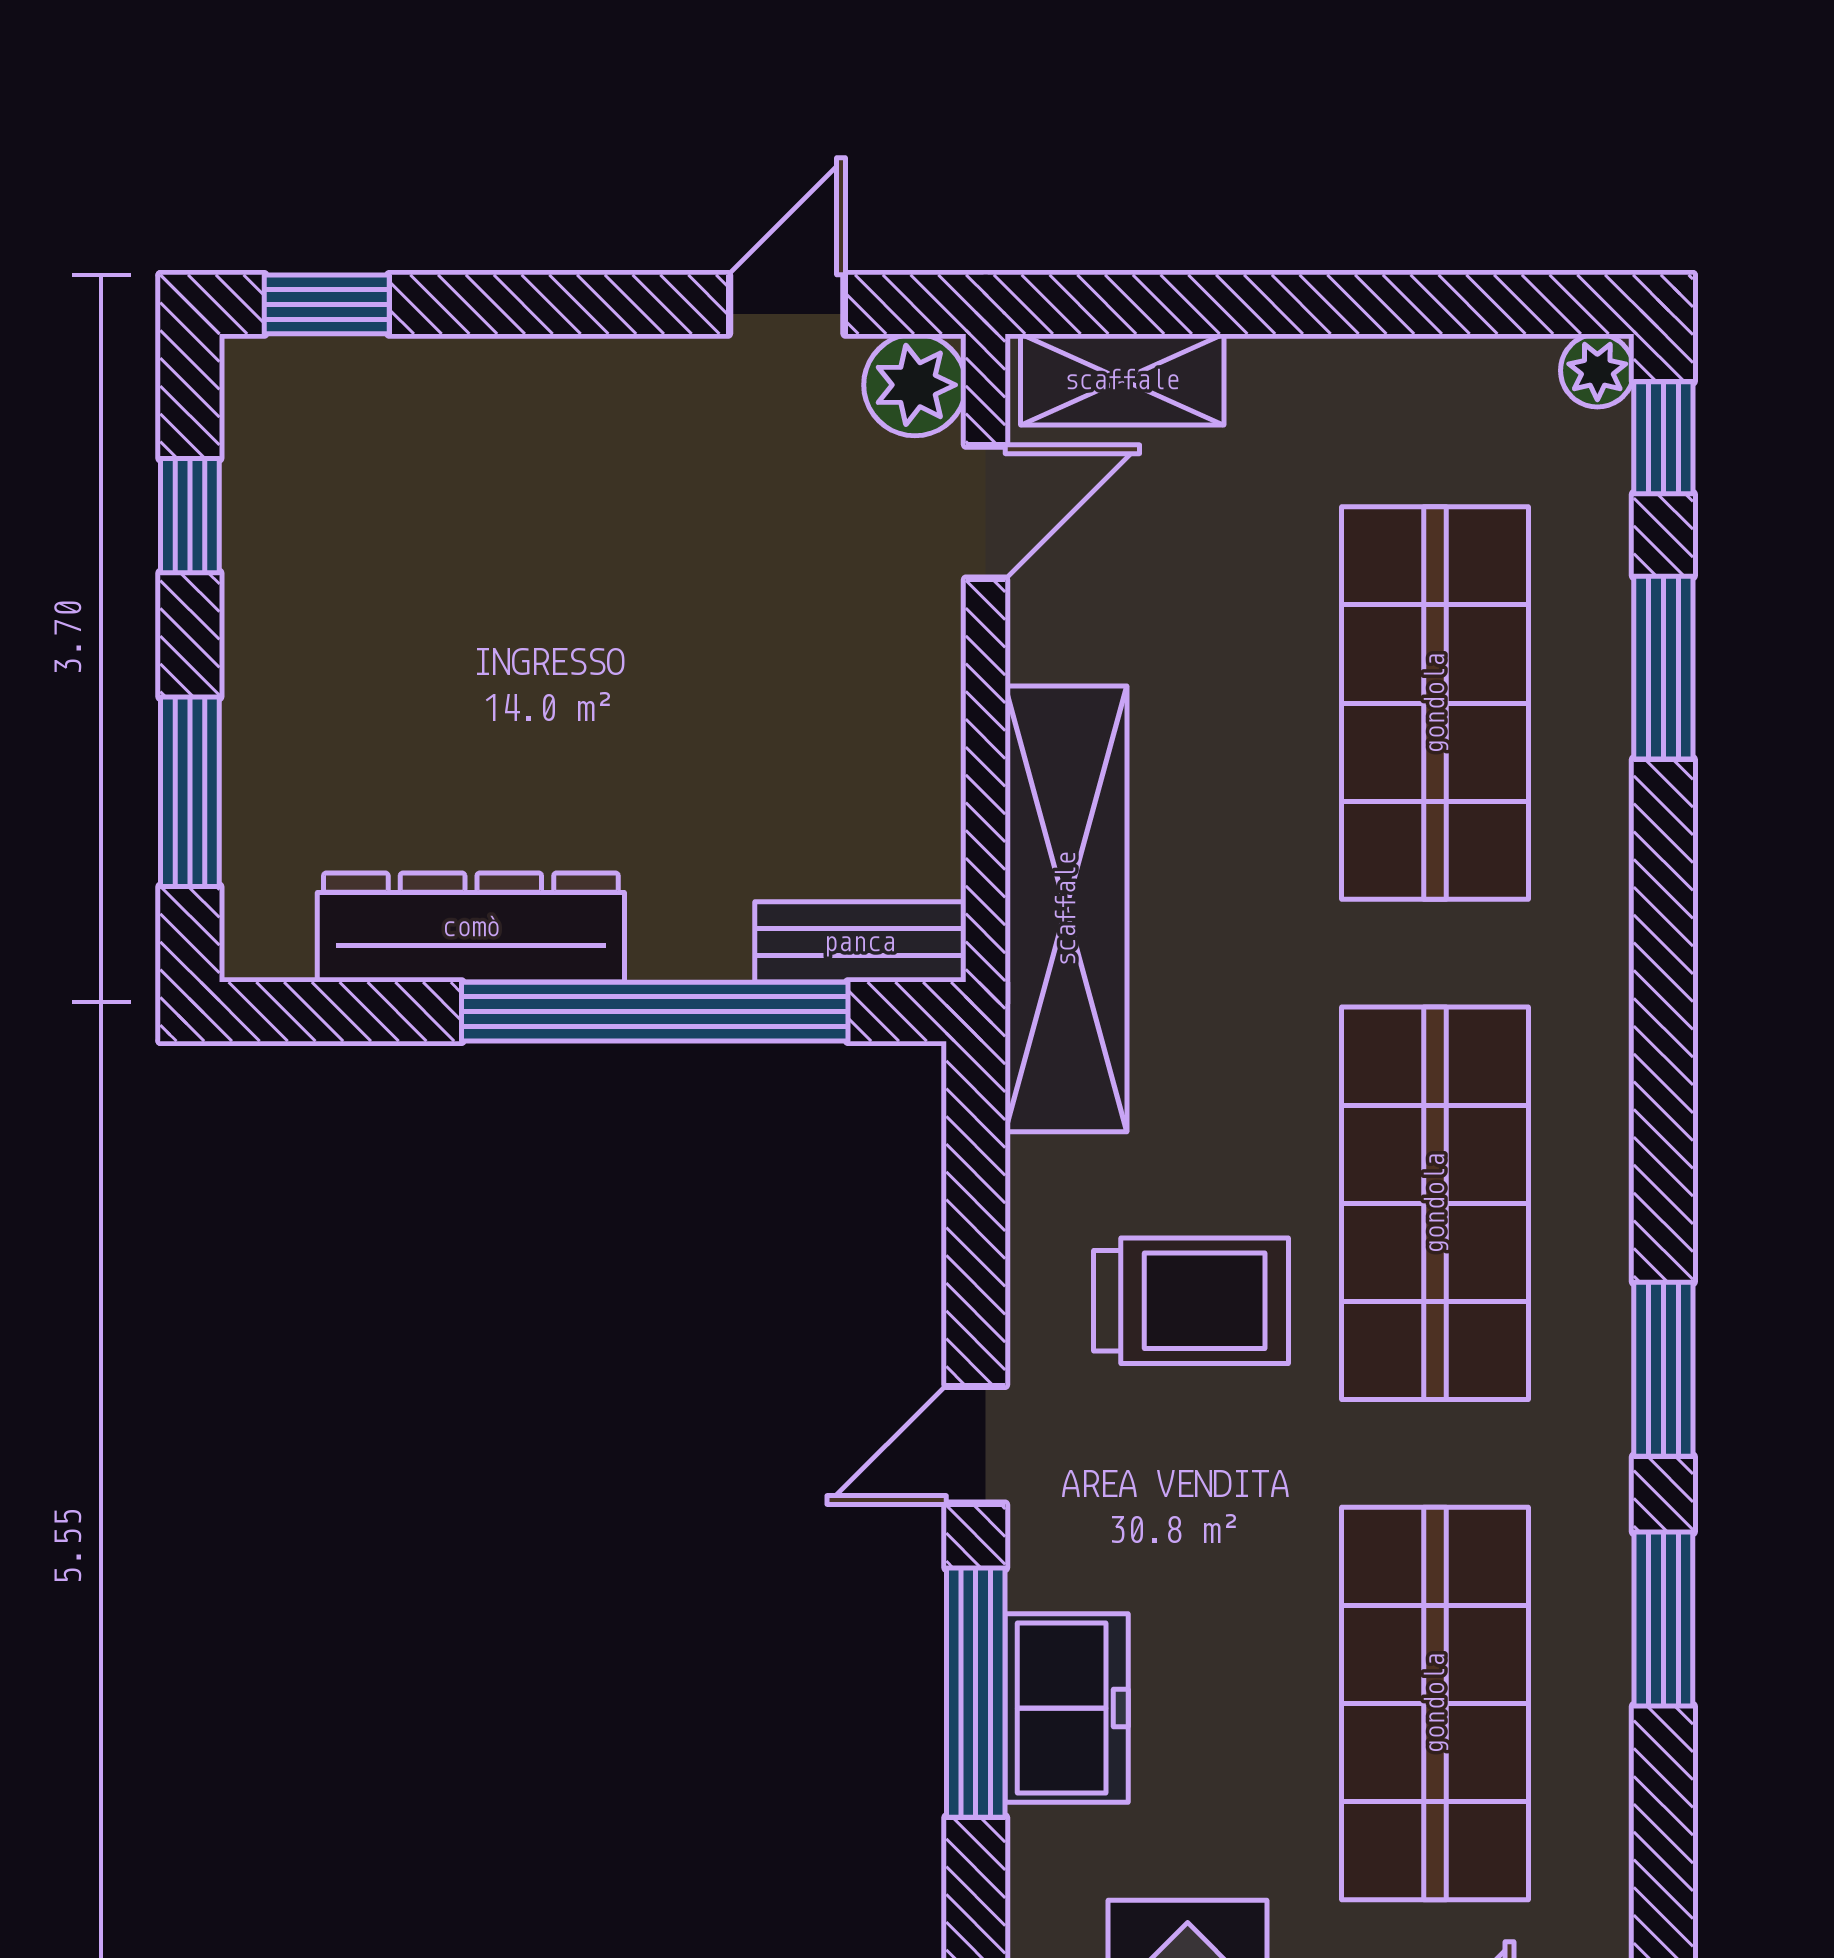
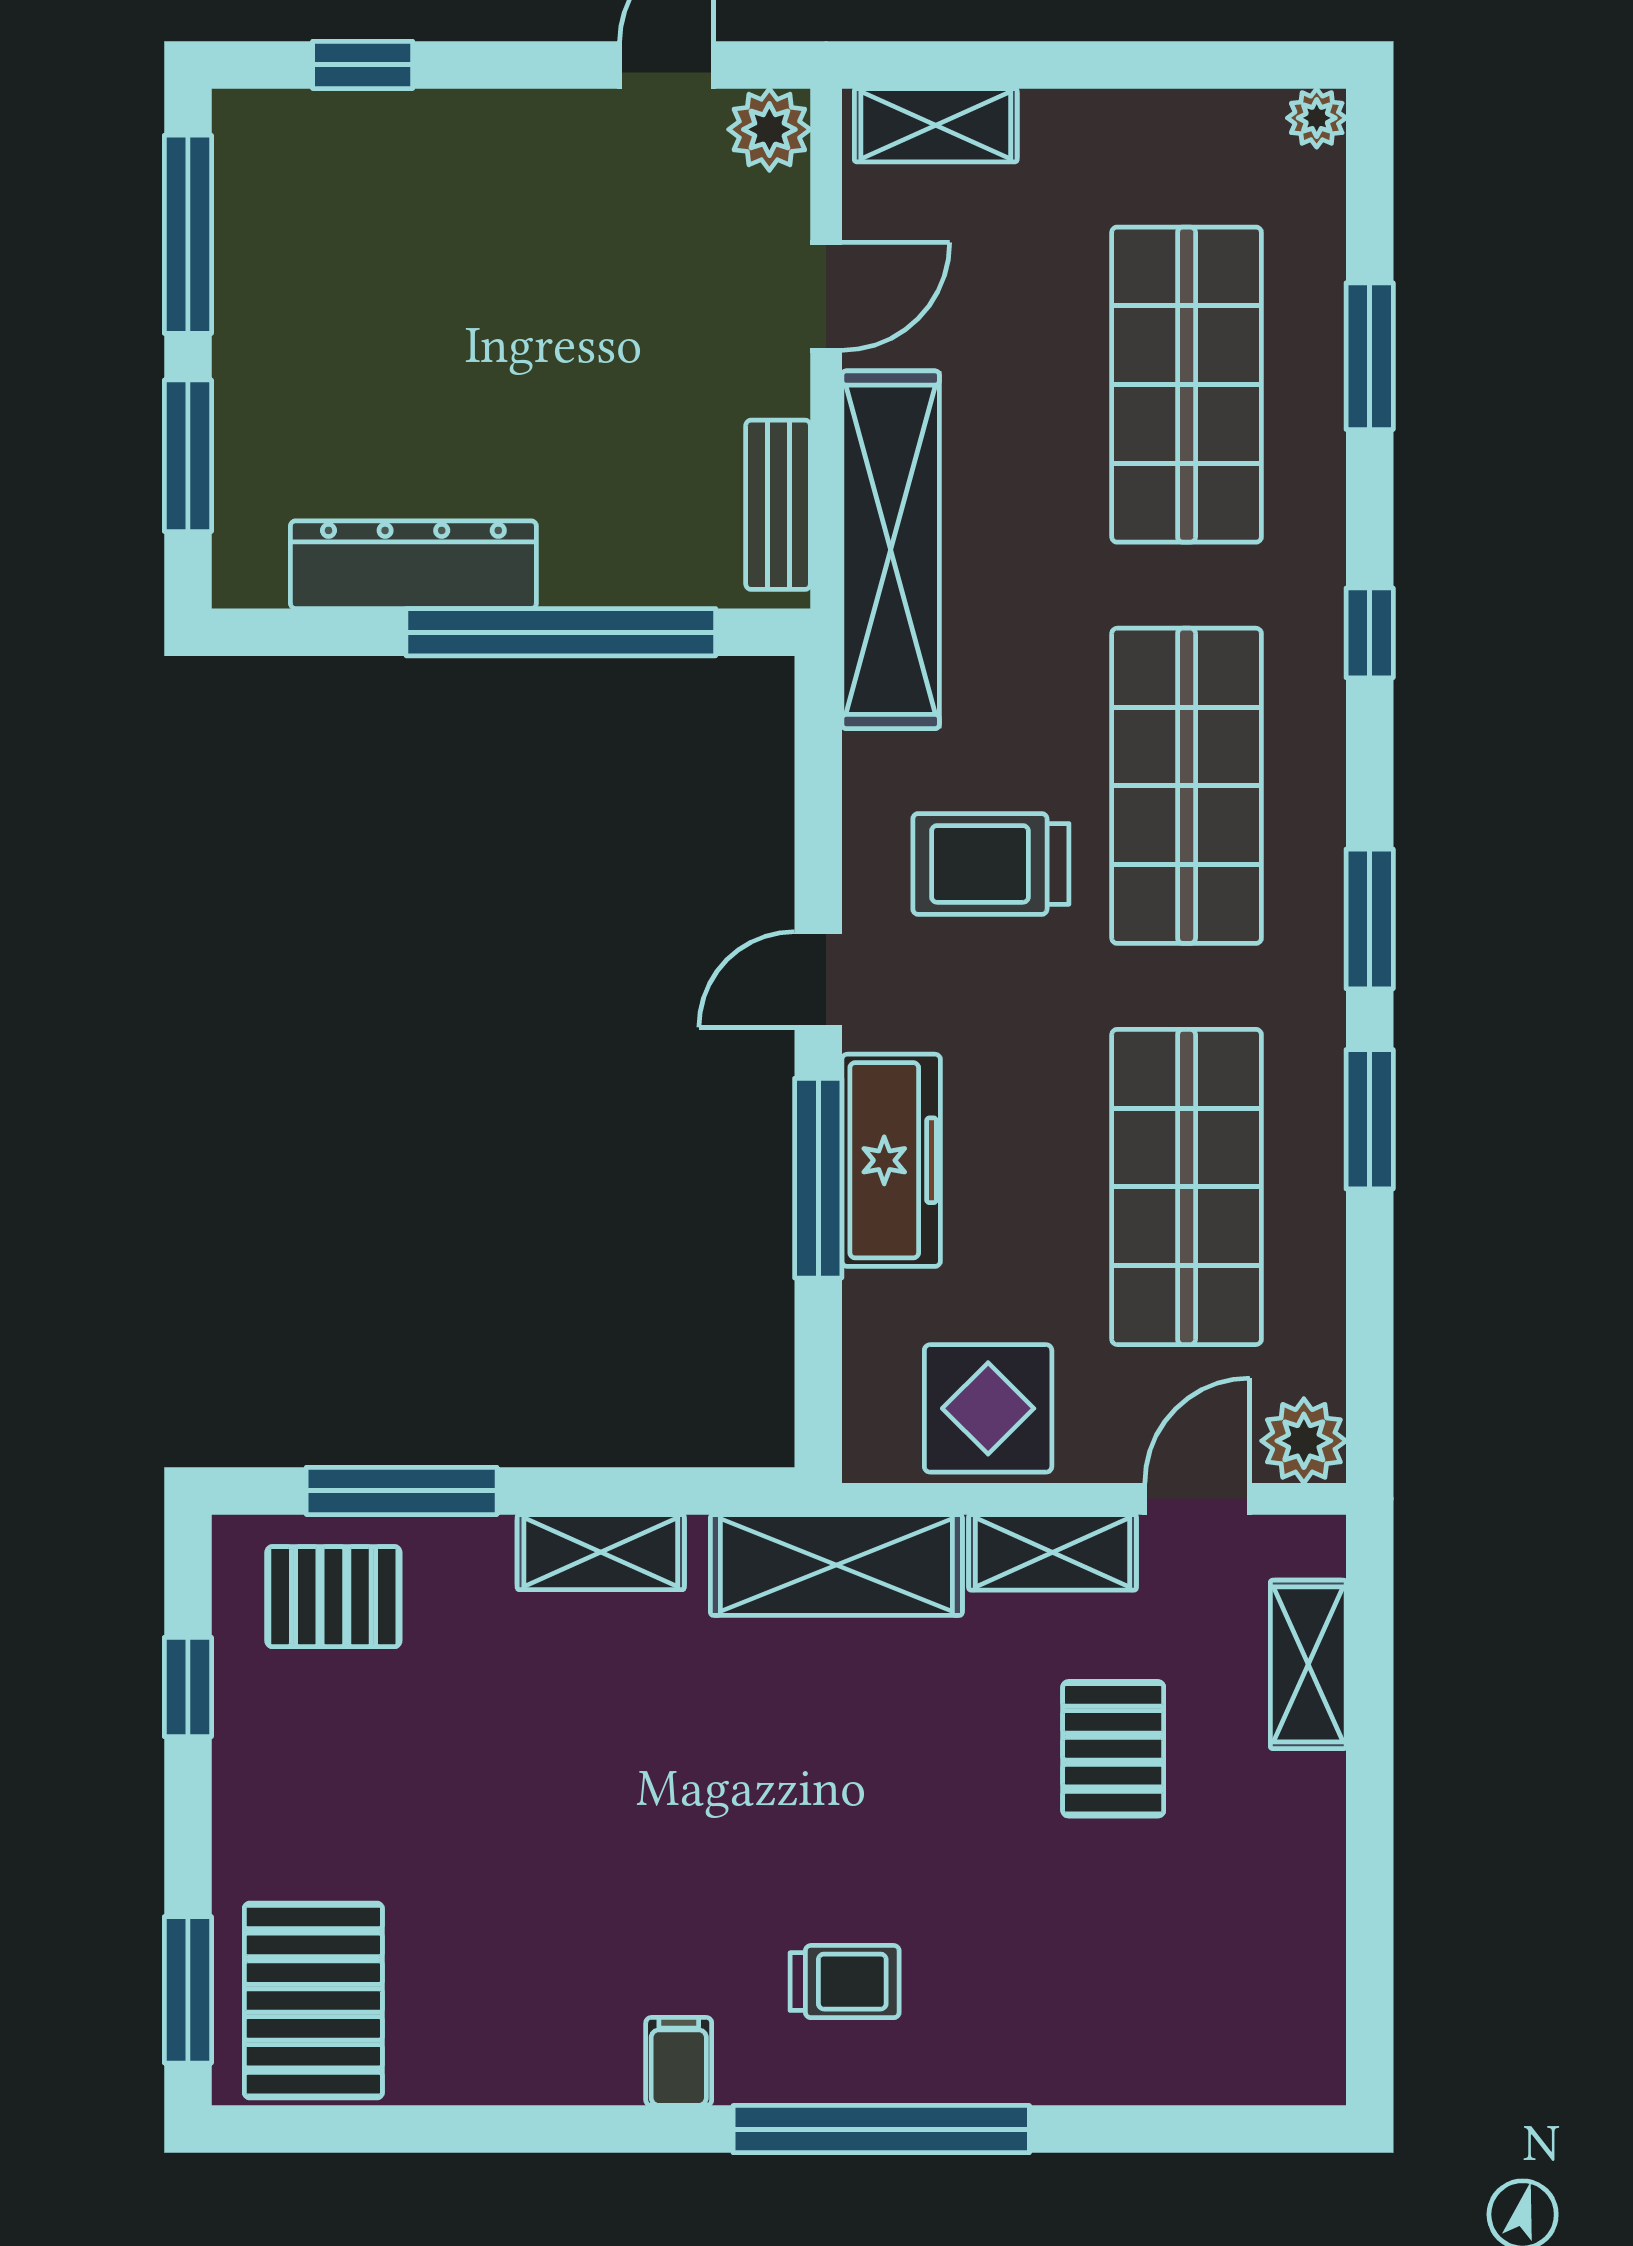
window: (327, 304) -> (363, 65), moved
window: (1663, 438) -> (1370, 633), moved
door: (986, 512) -> (826, 296), moved
window: (190, 516) -> (188, 234), width x2.17
bench: (860, 942) -> (778, 505), moved, turned 90
trolley: (1191, 1301) -> (991, 864), turned 180
freezer: (1067, 1708) -> (891, 1160), width x1.40

